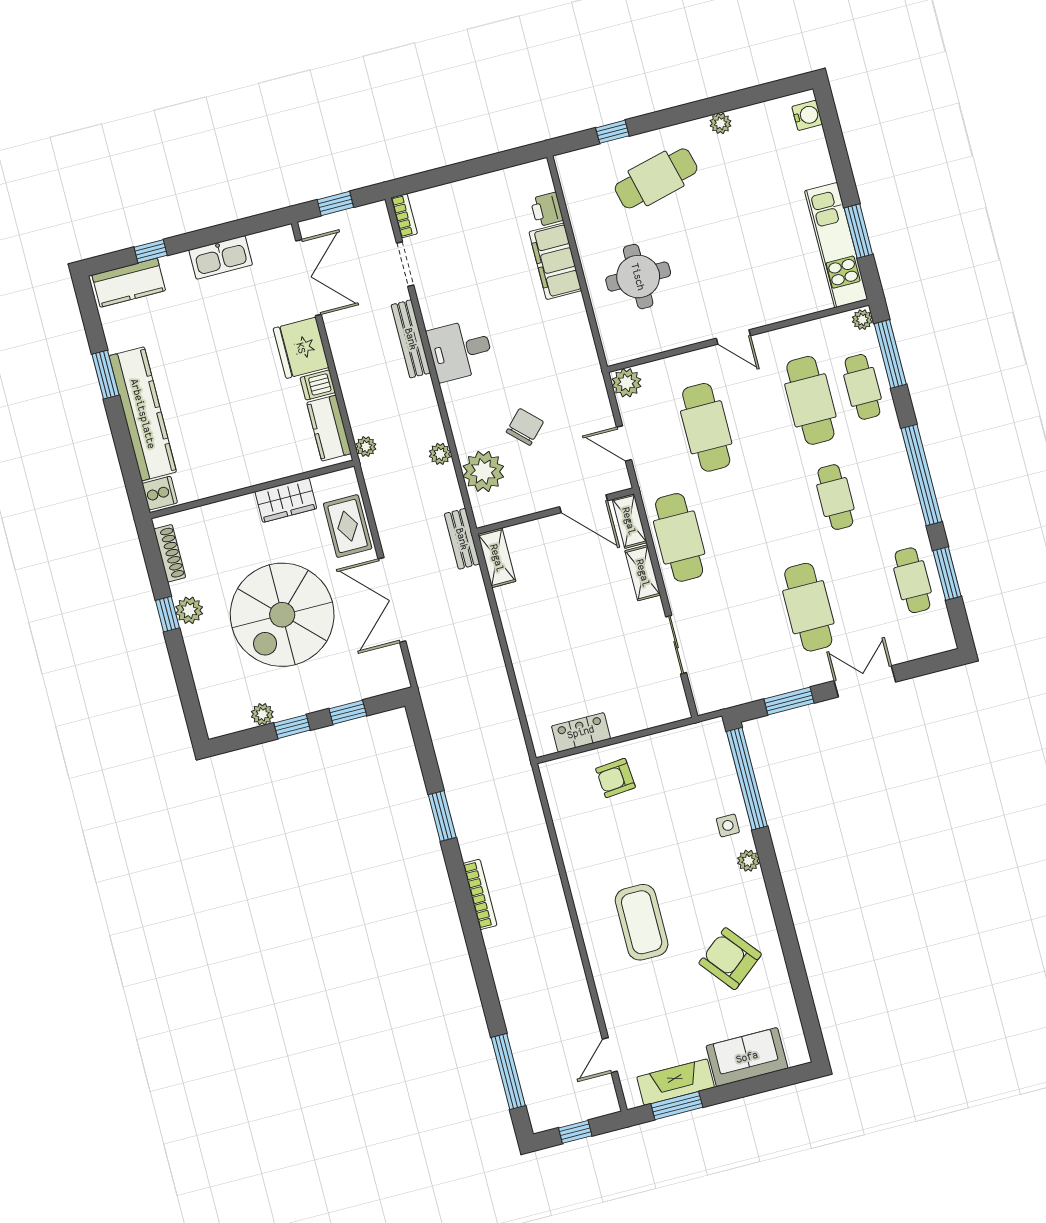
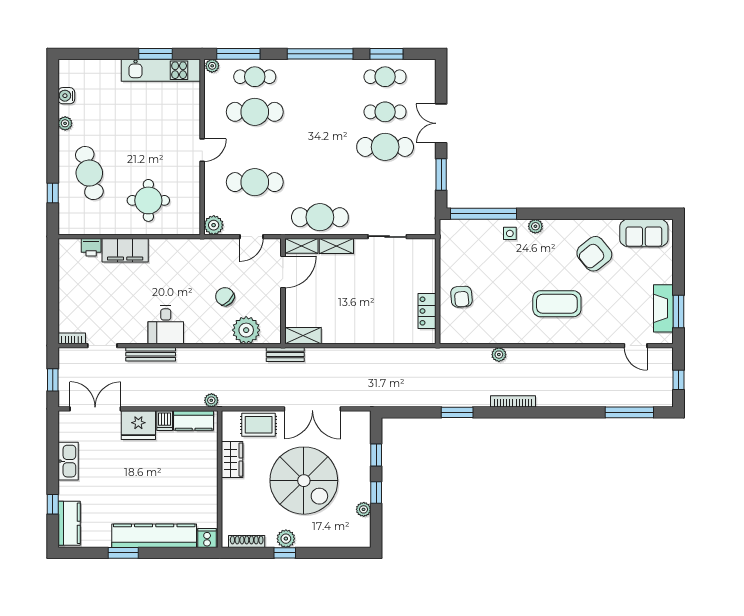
water cooler: (807, 115) -> (66, 96), moved, turned -90
plant: (440, 454) -> (499, 355), moved
cafe table: (835, 497) -> (385, 112), moved
sofa: (747, 1057) -> (644, 233), moved, turned -90

